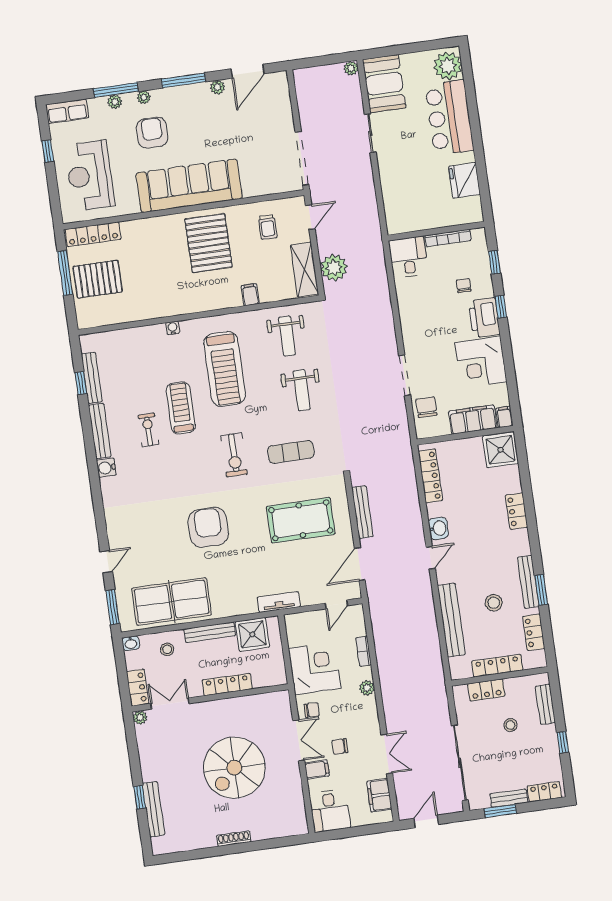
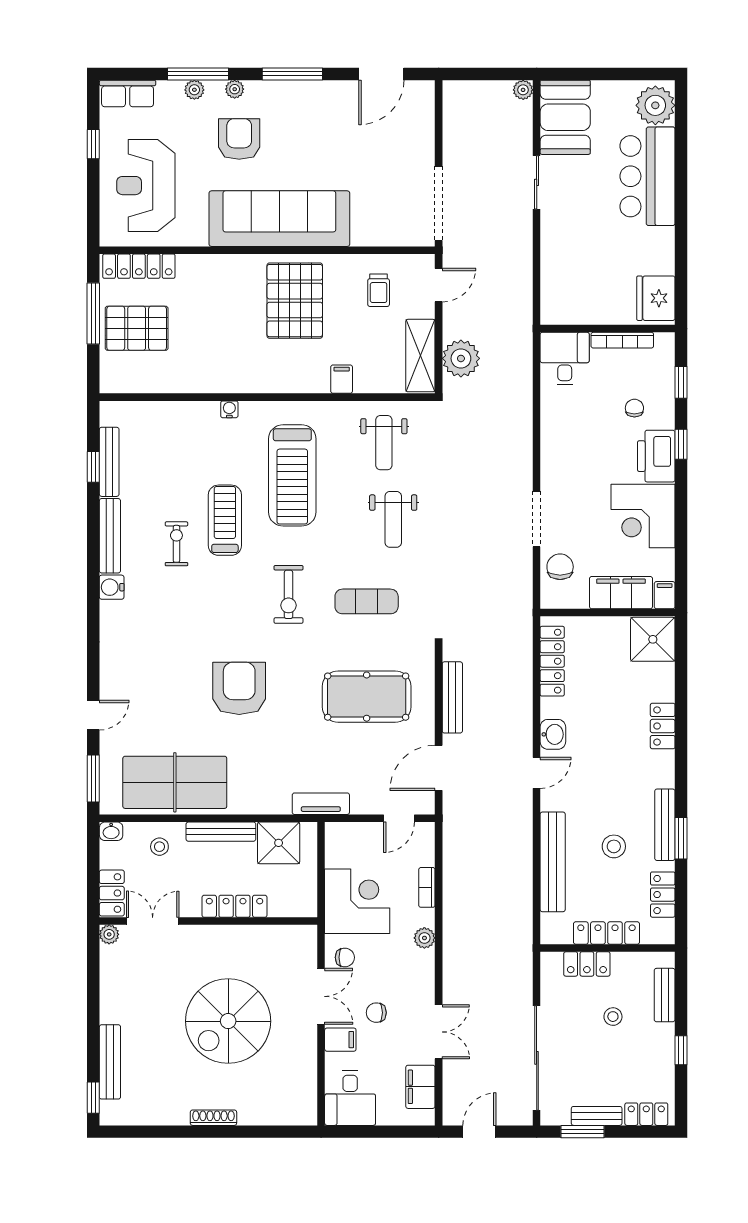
plant: (217, 87) -> (337, 90), removed
fridge: (464, 180) -> (656, 298), moved
window: (140, 797) -> (93, 1098), moved

